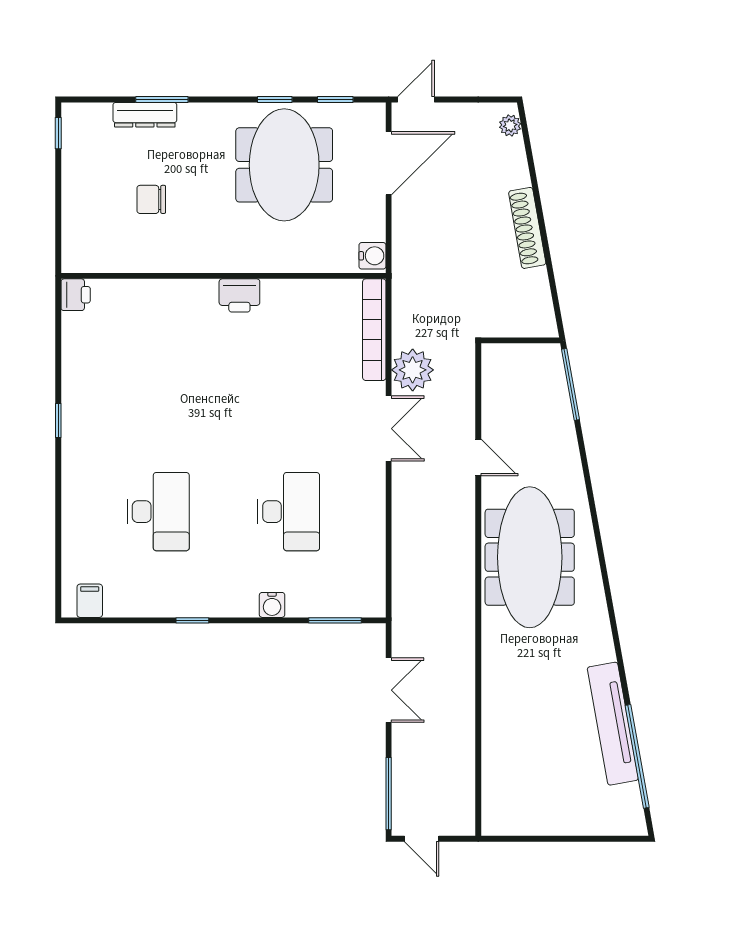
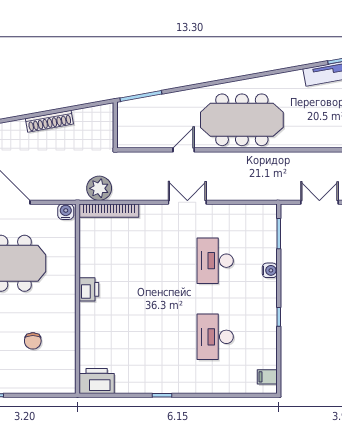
printer: (76, 295) -> (97, 381), width x1.87, depth x1.48
plant: (413, 370) -> (99, 188), moved
double door: (389, 429) -> (187, 202), moved
desk: (158, 512) -> (215, 337), turned -90
desk: (289, 512) -> (215, 261), turned -90

